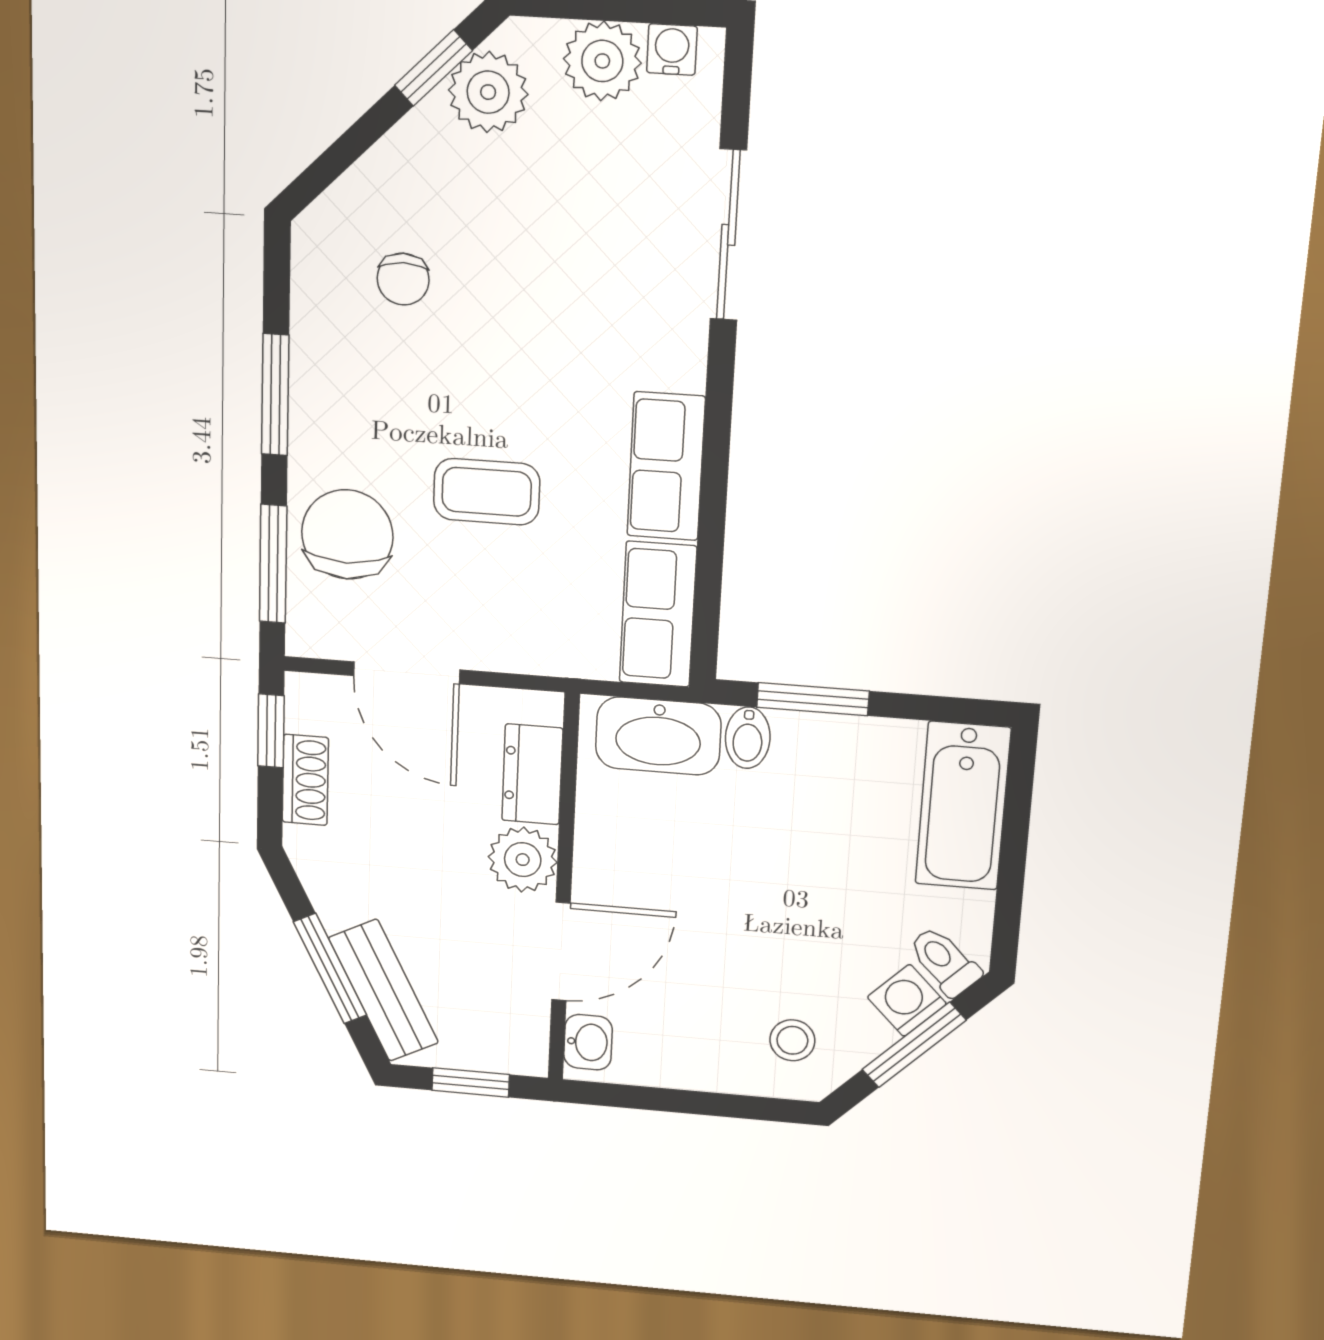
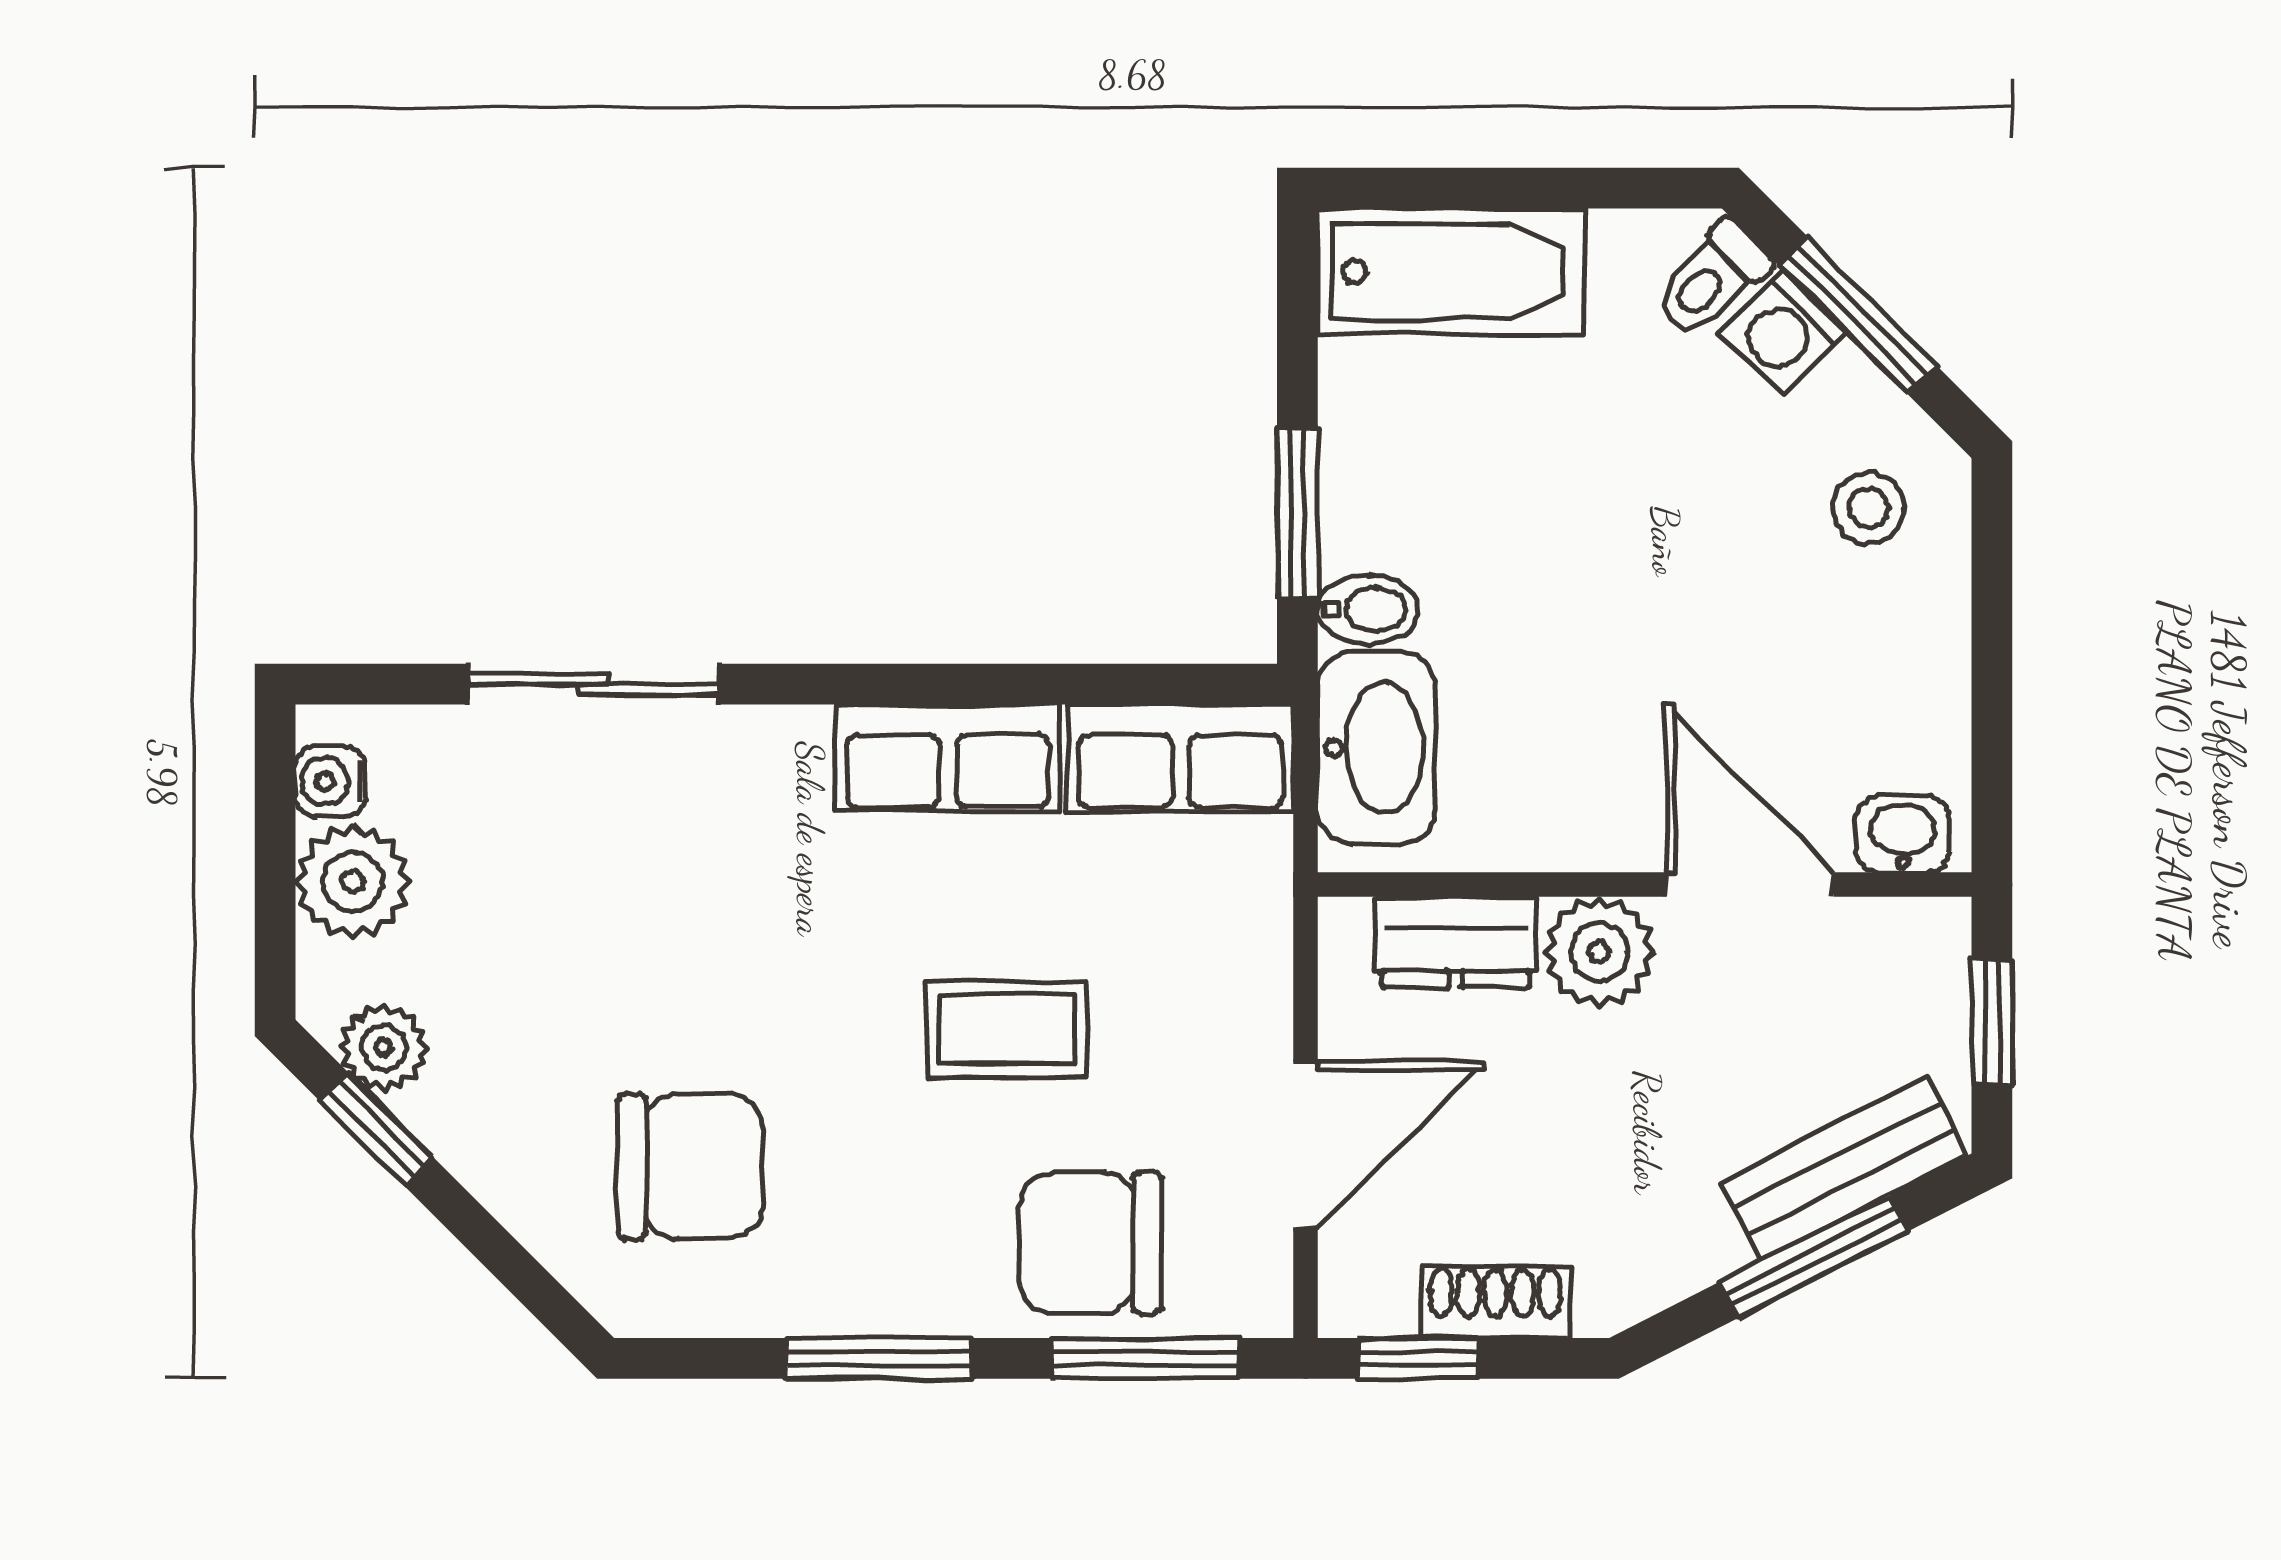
plant: (488, 92) -> (384, 1047), width x0.73, depth x0.73
chair: (403, 279) -> (690, 1166), width x1.87, depth x1.87
coffee table: (487, 492) -> (1007, 1029), turned 90

